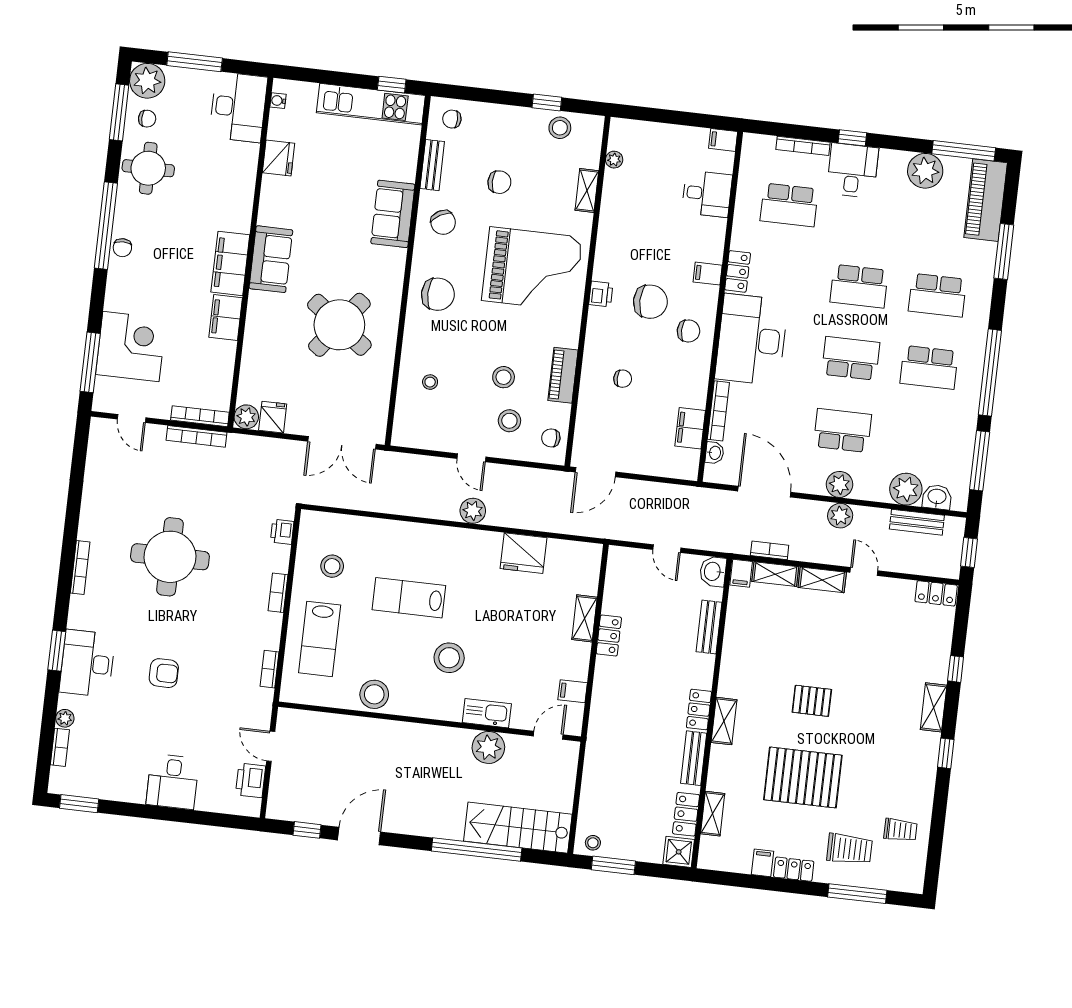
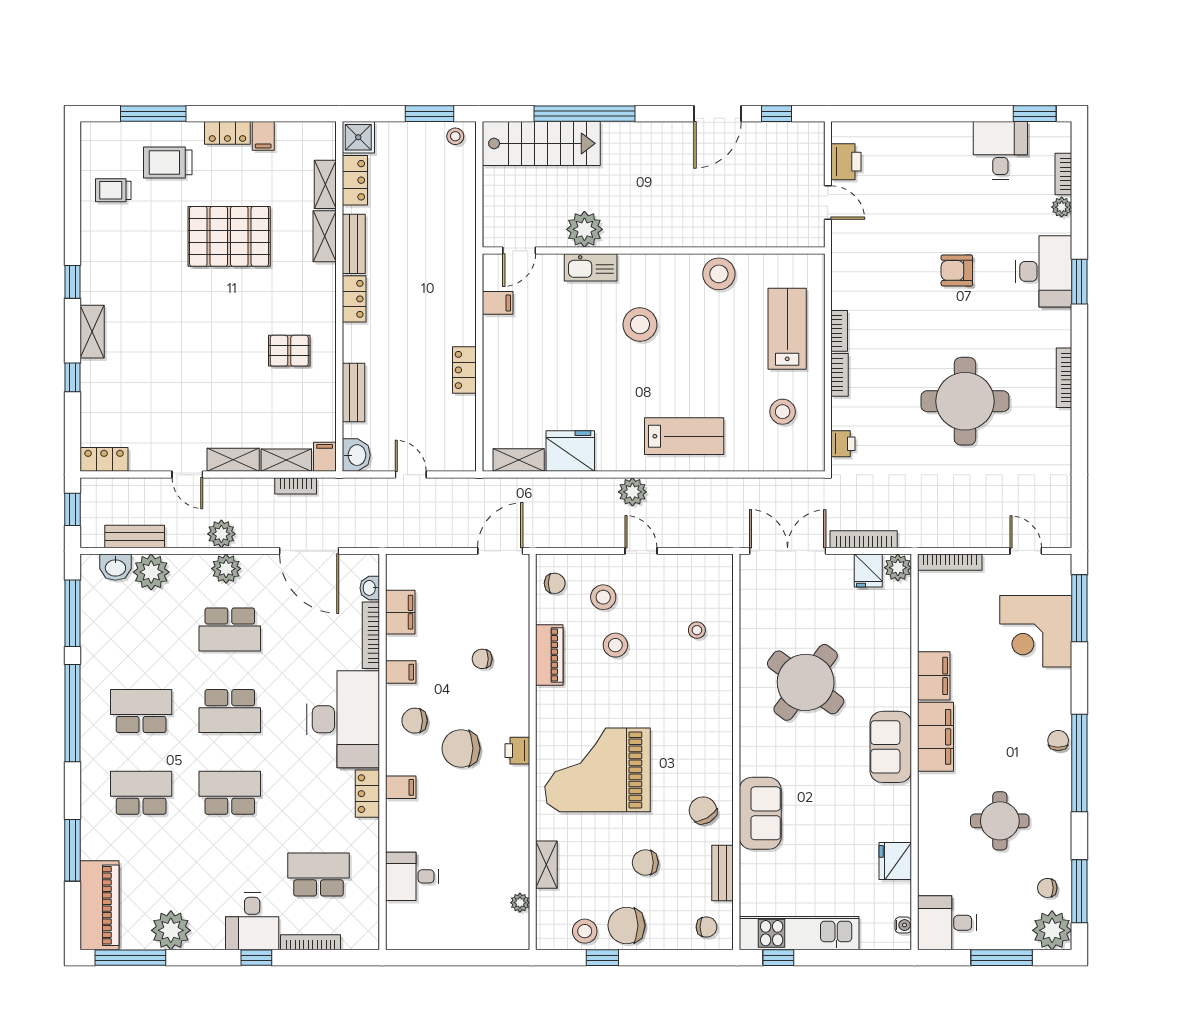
desk: (238, 107) -> (947, 923), width x0.73
filing cabinet: (723, 140) -> (401, 672), moved
round table: (148, 168) -> (1000, 821), moved
chair: (438, 294) -> (626, 926), moved
bookcase: (197, 436) -> (864, 539), moved
lab bench: (409, 598) -> (684, 436), moved
shelving: (584, 618) -> (519, 460), moved, turned 90
bookcase: (270, 669) -> (839, 331), moved
pallet: (812, 701) -> (289, 351), moved
shelving: (724, 721) -> (325, 236), moved
desk: (173, 782) -> (1000, 150), moved

